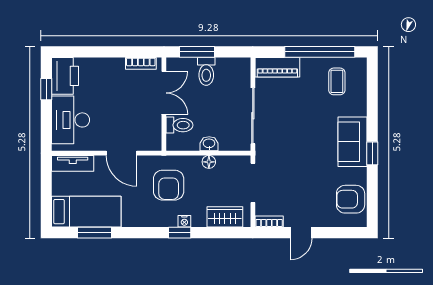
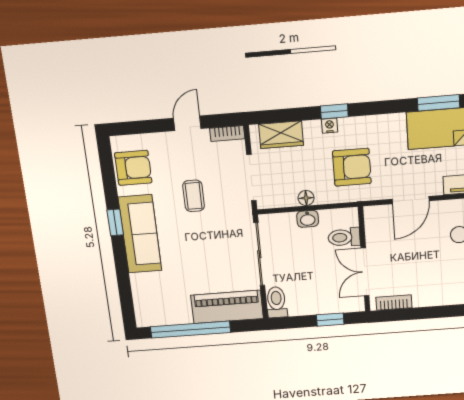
window: (197, 52) -> (330, 320), width x0.67
piano: (277, 67) -> (227, 307), width x1.37, depth x1.33
toilet: (206, 71) -> (277, 302), moved
coffee table: (337, 81) -> (194, 196), moved
sofa: (352, 142) -> (140, 234), width x1.36
door: (121, 153) -> (411, 200), swing flipped
armchair: (169, 185) -> (352, 167), turned 90

